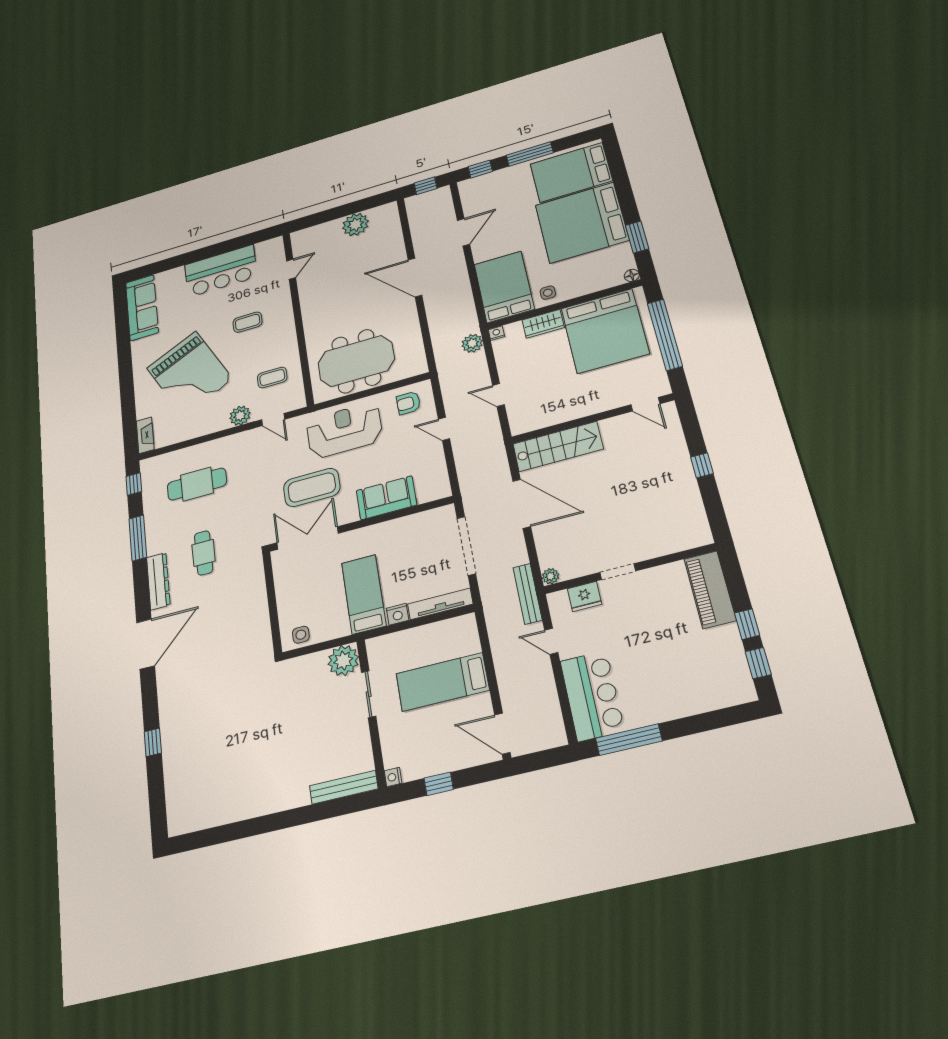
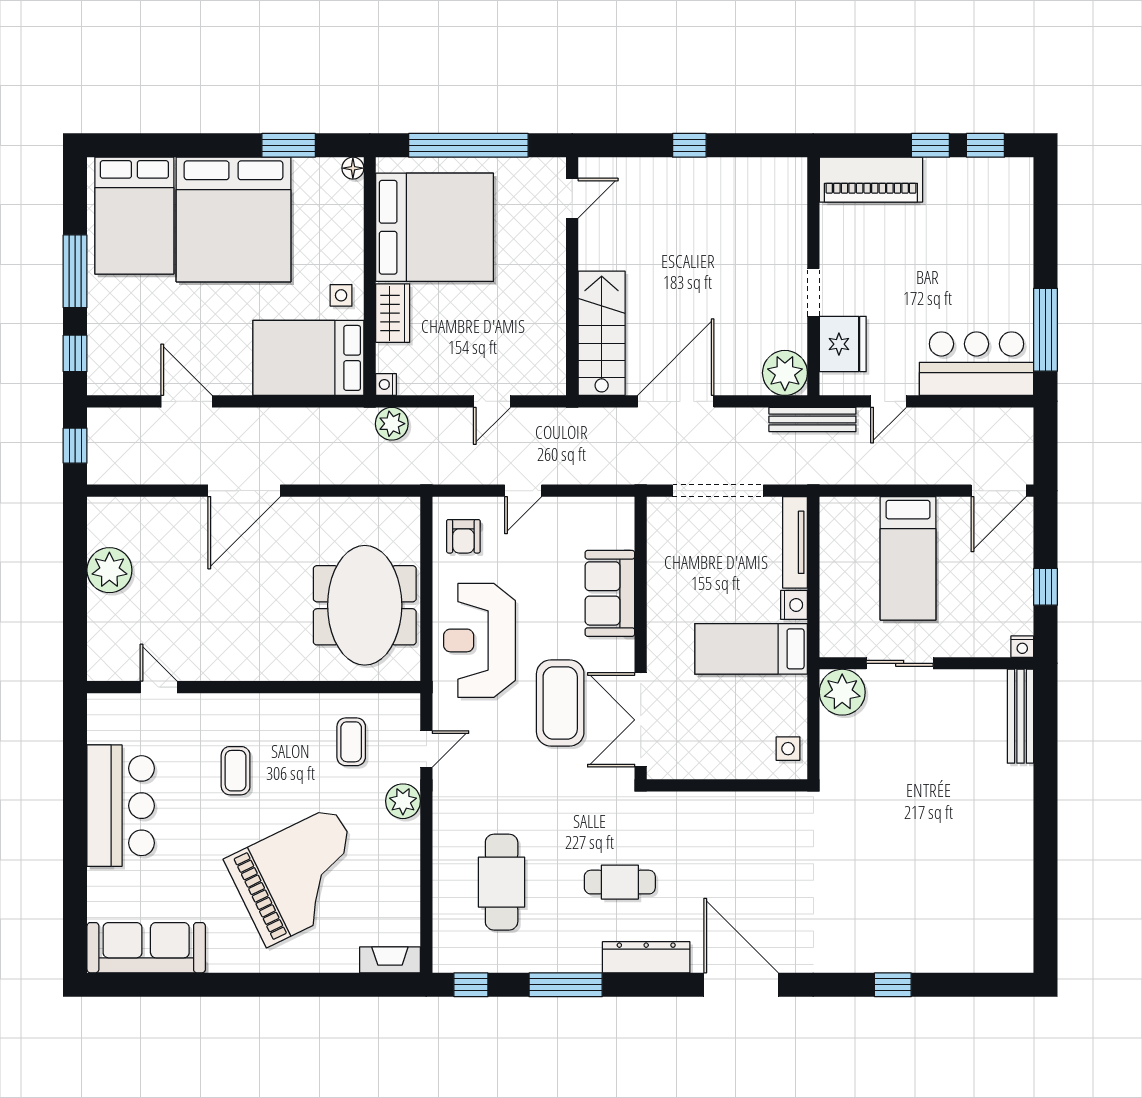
plant: (551, 576) -> (785, 373), width x1.88, depth x1.88
fridge: (585, 596) -> (843, 344), width x1.36, depth x1.34

